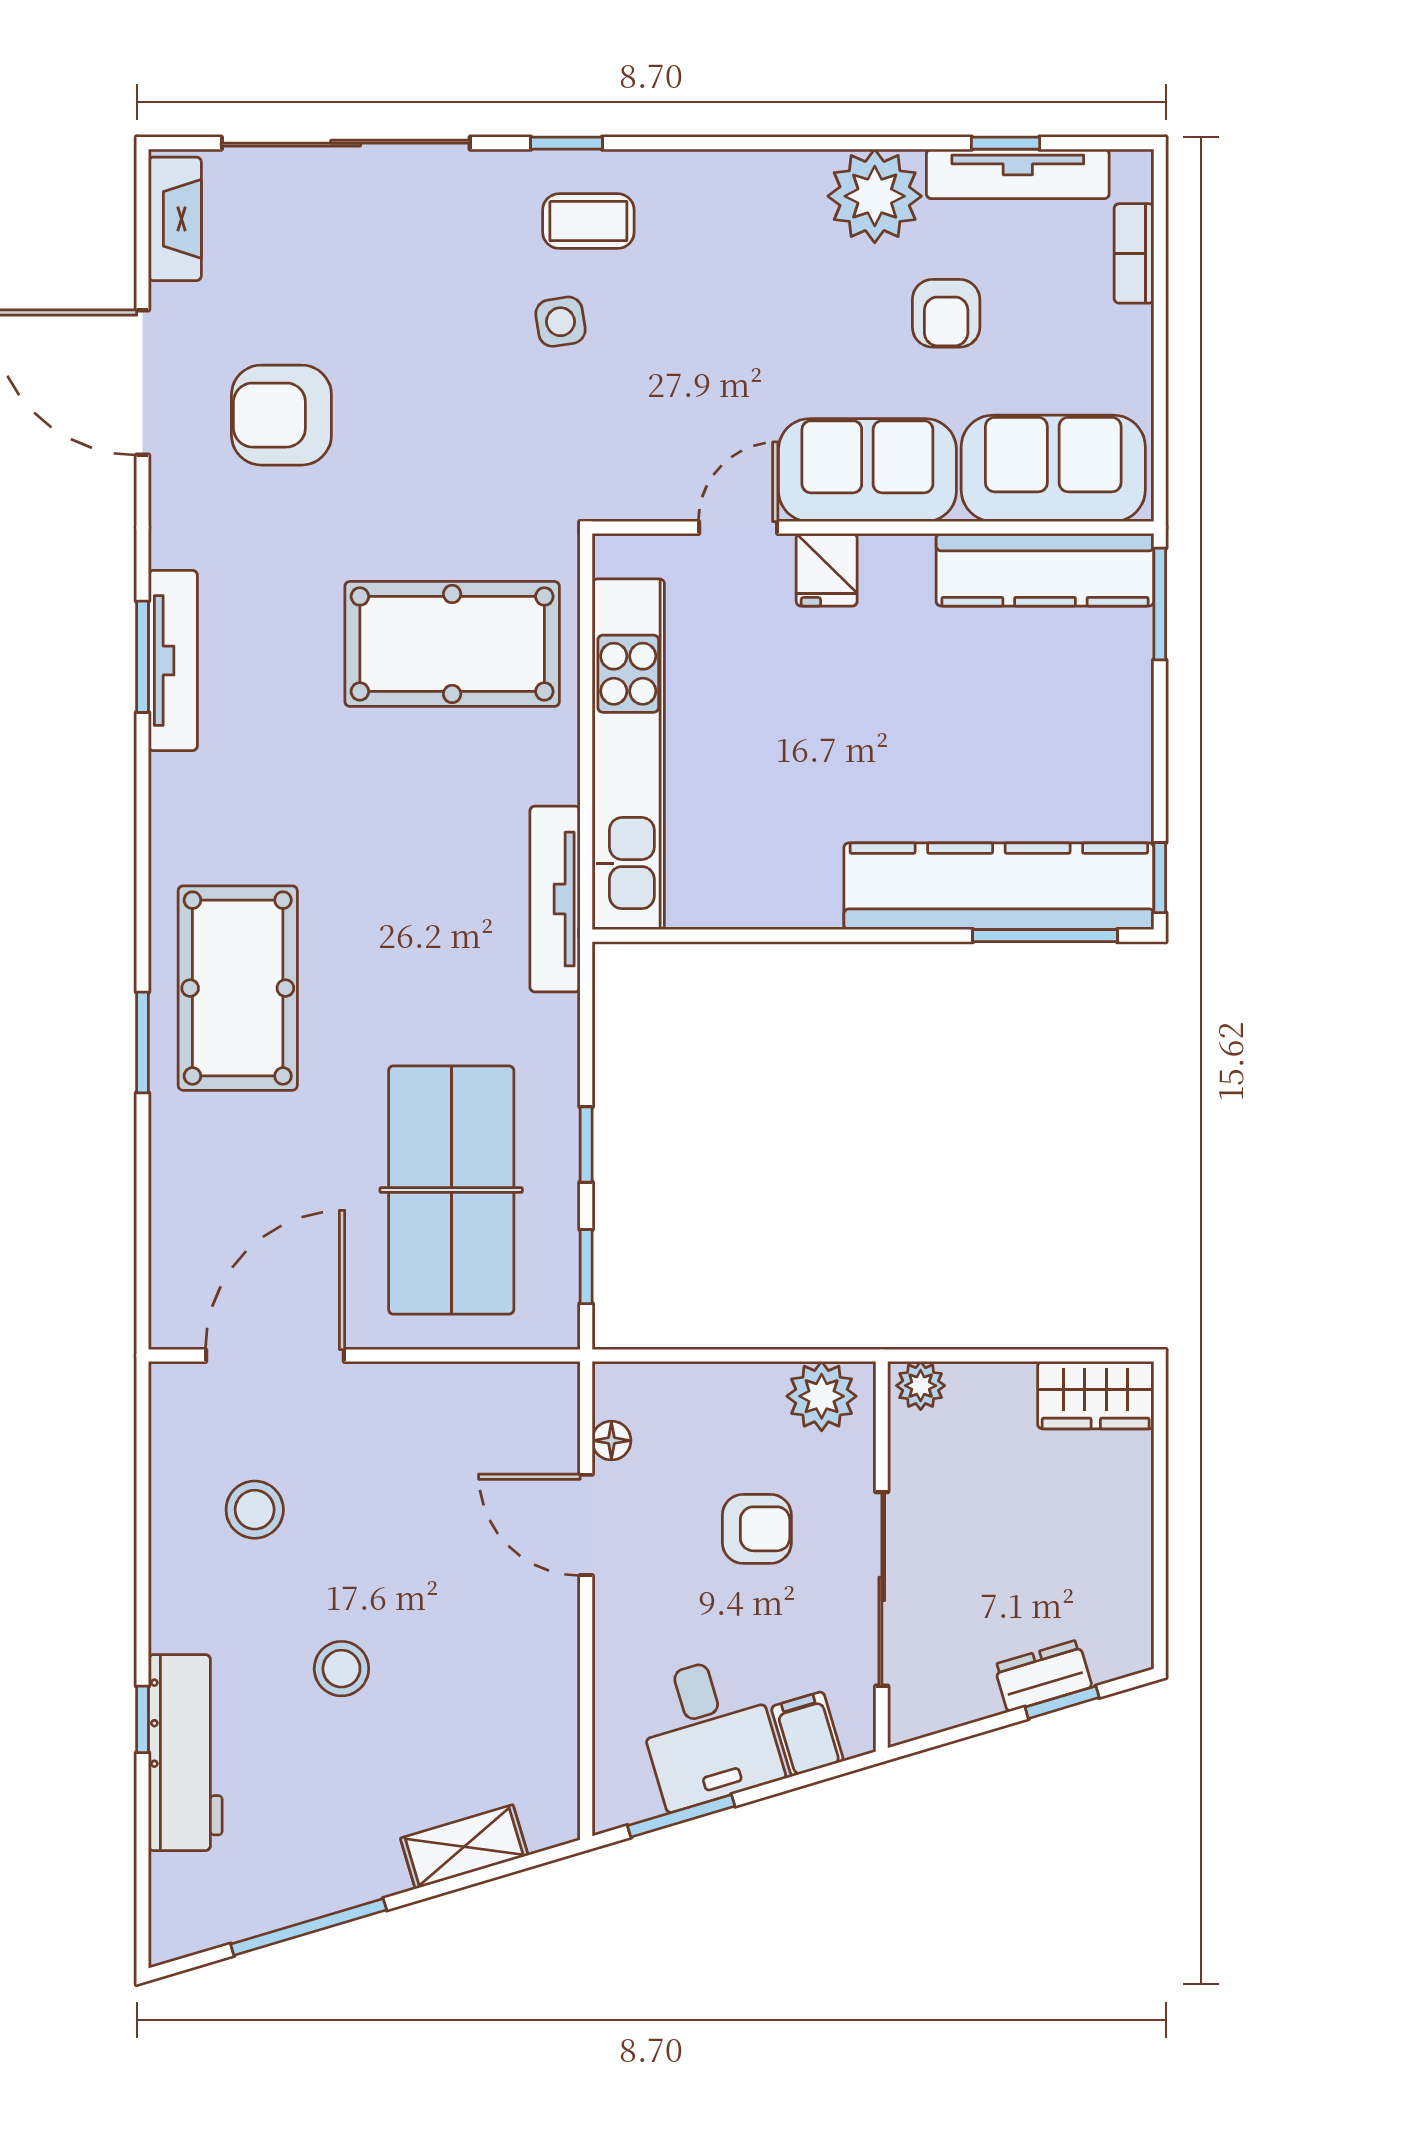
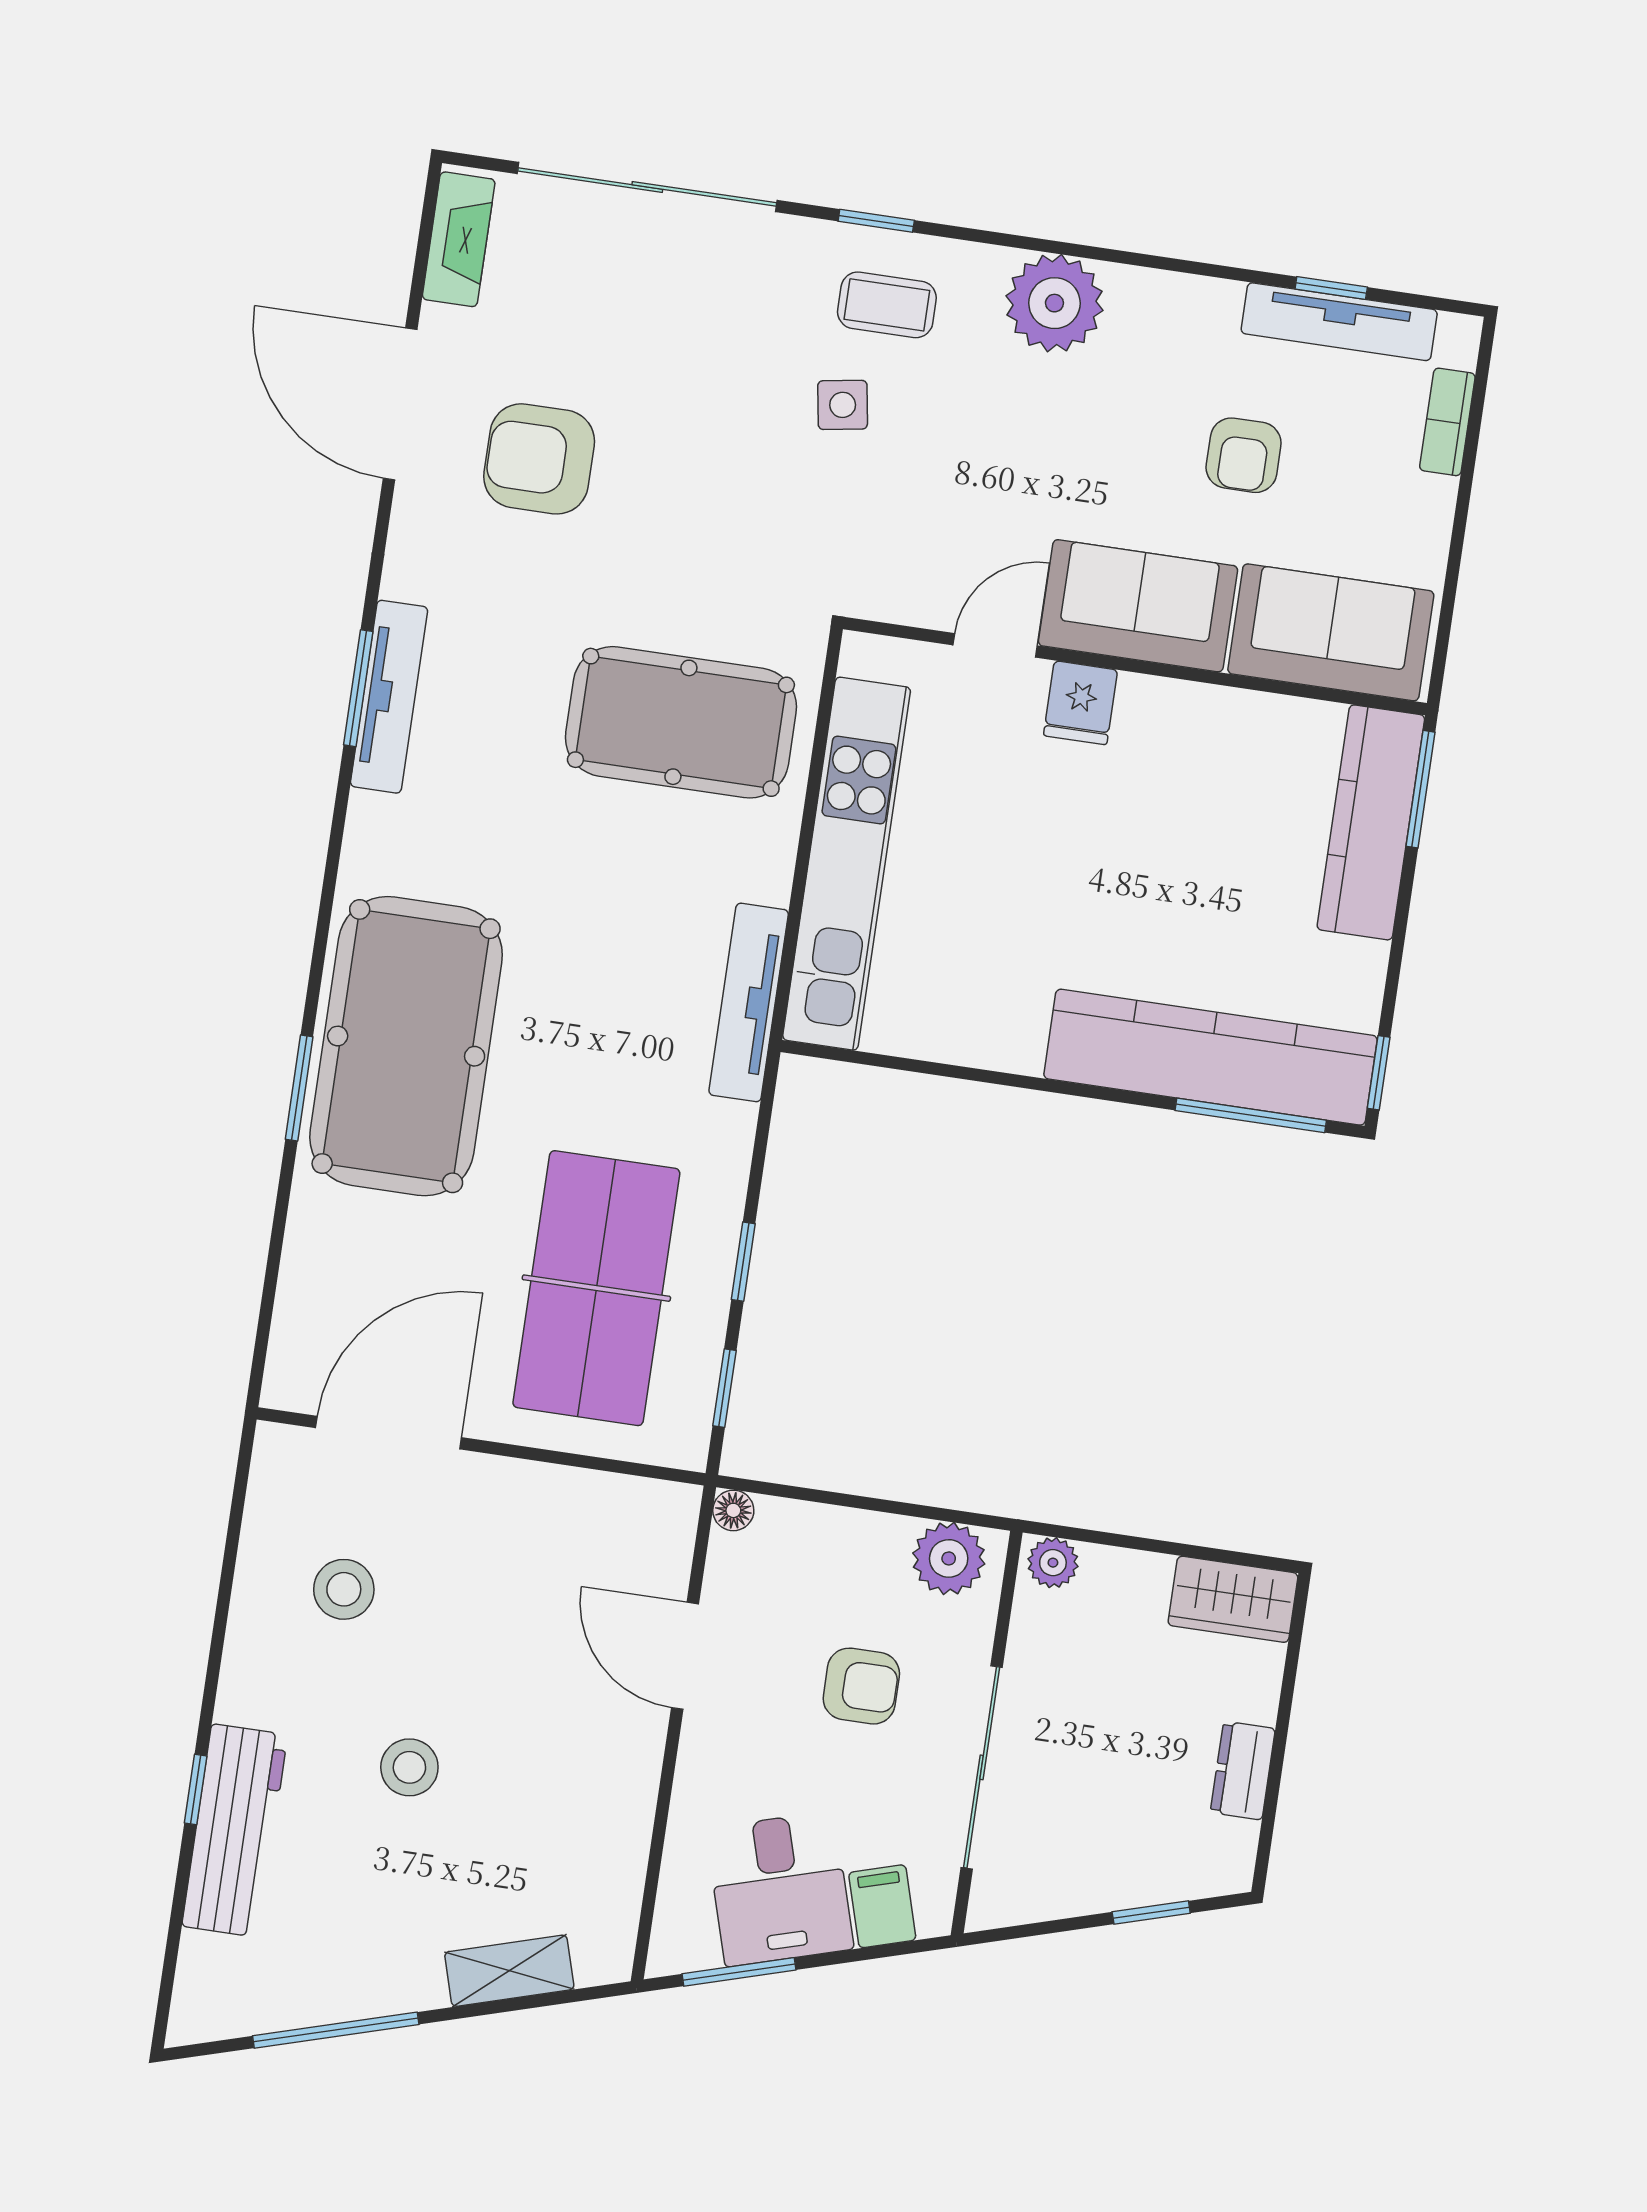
plant: (875, 196) -> (1054, 303), moved
kitchen counter: (1045, 570) -> (1371, 822), moved, turned 90
pool table: (238, 988) -> (406, 1046), width x1.36, depth x1.32
floor lamp: (611, 1441) -> (733, 1510), moved
dresser: (1043, 1676) -> (1243, 1771), moved, turned -73

